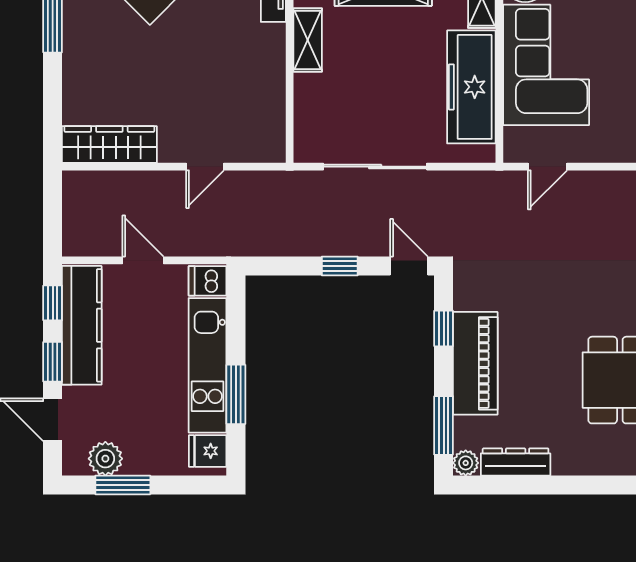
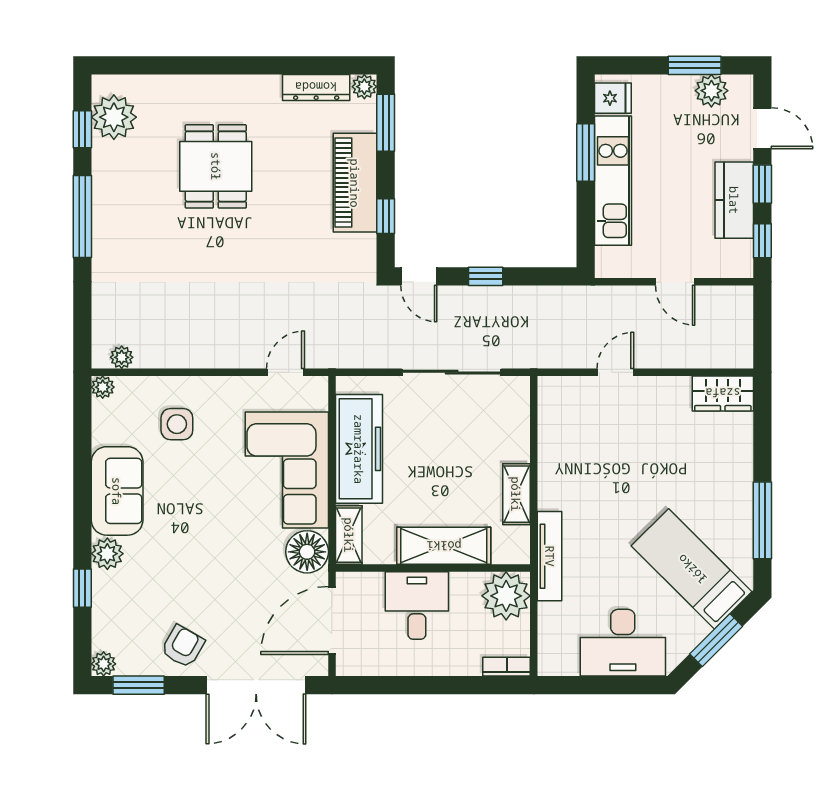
wardrobe: (109, 144) -> (723, 393), width x0.67
dishwasher: (208, 281) -> (613, 262), removed
kitchen counter: (82, 325) -> (734, 200), width x0.67

